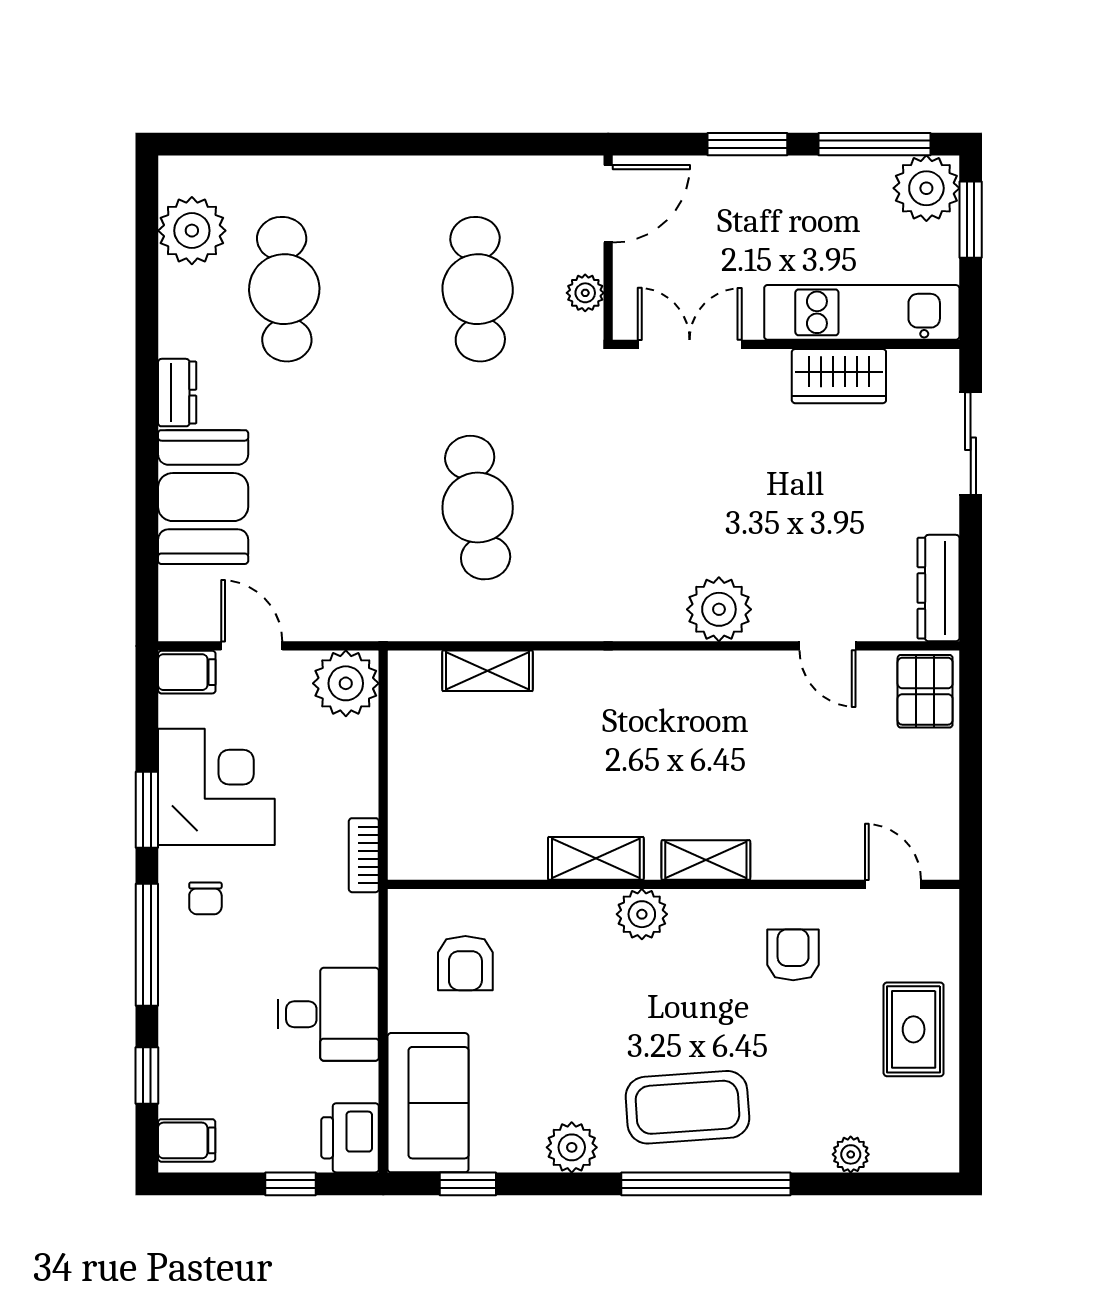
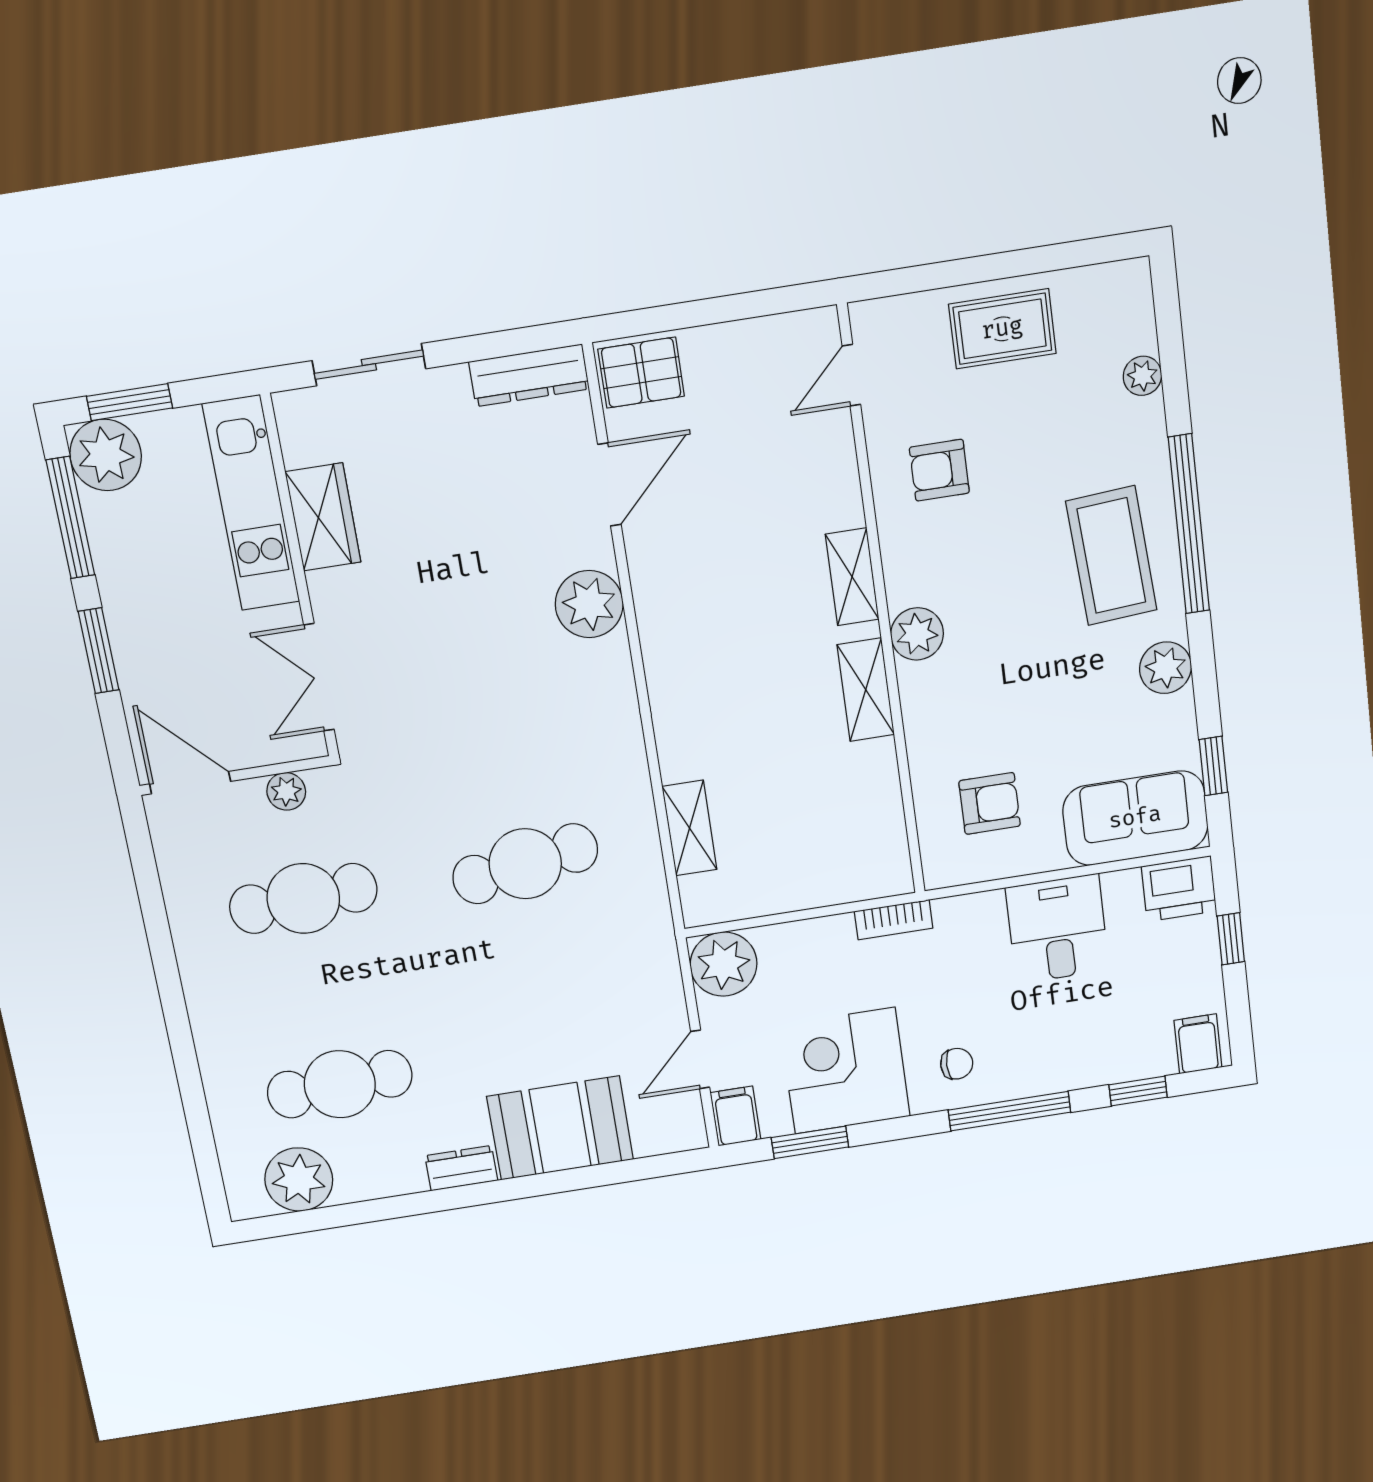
door: (828, 646) -> (609, 485), width x1.38
window: (147, 810) -> (810, 1142), moved

